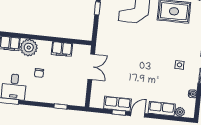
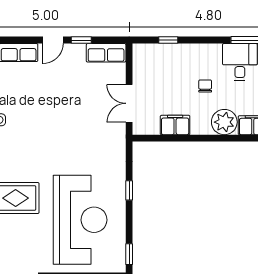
row of seats: (117, 104) -> (106, 53), moved

